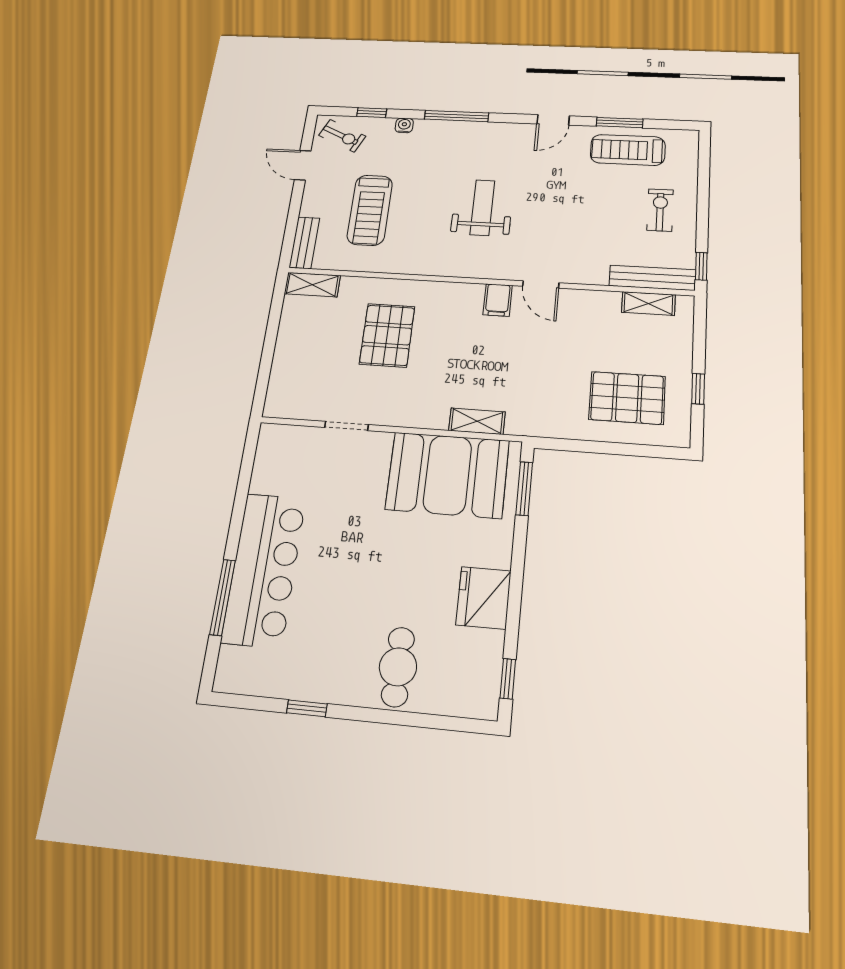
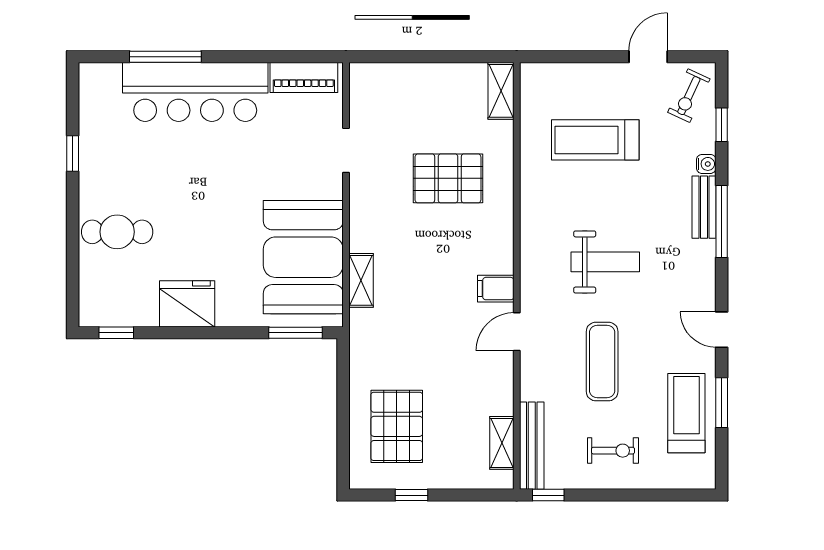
exercise mat: (575, 215) -> (602, 362), added
bench: (304, 243) -> (704, 207), moved, turned 90
piano: (269, 460) -> (304, 78), added

